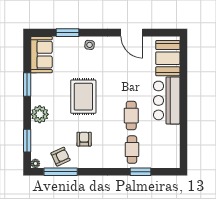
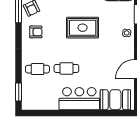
armchair: (84, 139) -> (36, 32), moved
window: (141, 172) -> (19, 92), moved

